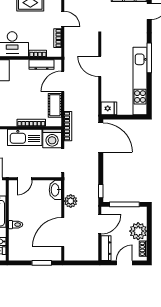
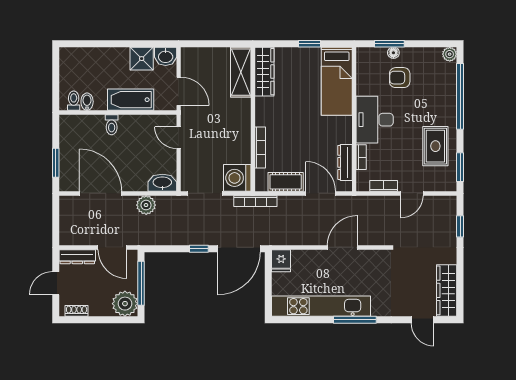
kitchen sink: (25, 137) -> (239, 138), removed
window: (101, 191) -> (199, 249), moved
plant: (138, 231) -> (125, 304), moved
door: (124, 263) -> (56, 283), swing flipped

